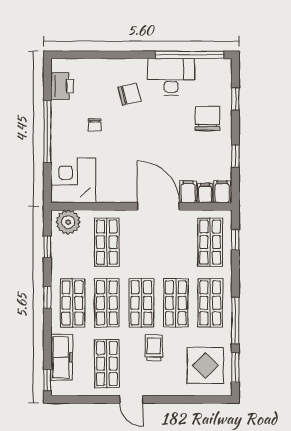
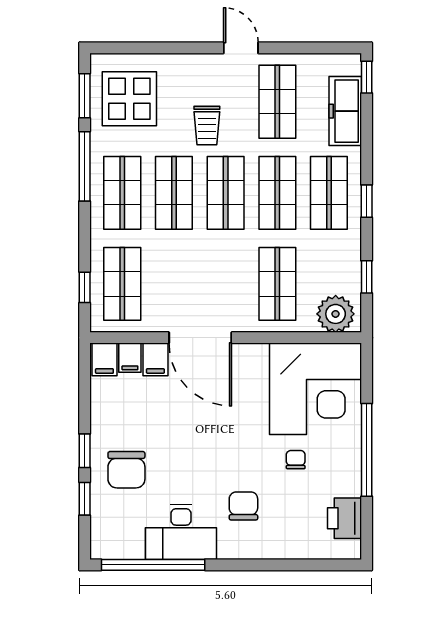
chair: (129, 94) -> (243, 506), turned 104
window: (235, 156) -> (85, 451), moved
corner desk: (73, 180) -> (316, 389), width x1.36, depth x1.36

